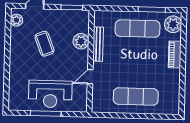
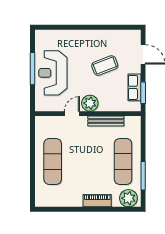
row of seats: (66, 16) -> (134, 87), added
plant: (16, 20) -> (128, 36), removed
plant: (81, 41) -> (90, 103), moved
door: (90, 77) -> (72, 114), hinge flipped

